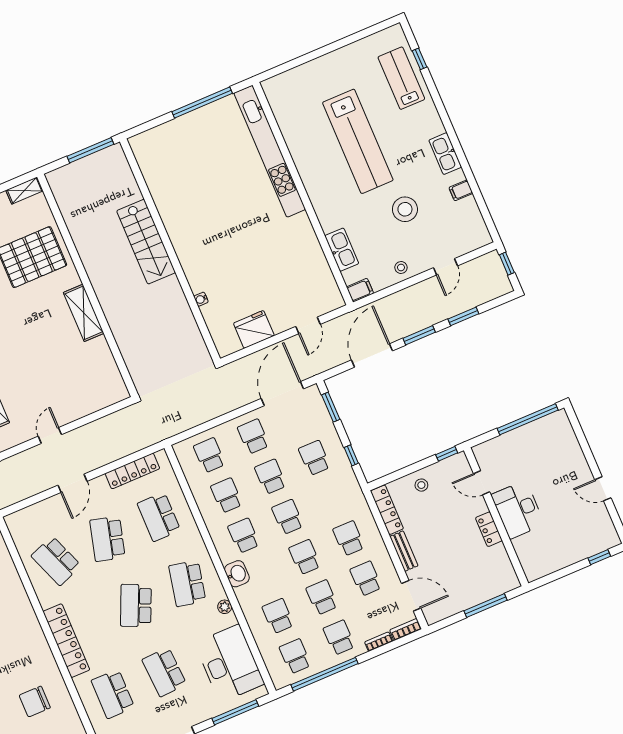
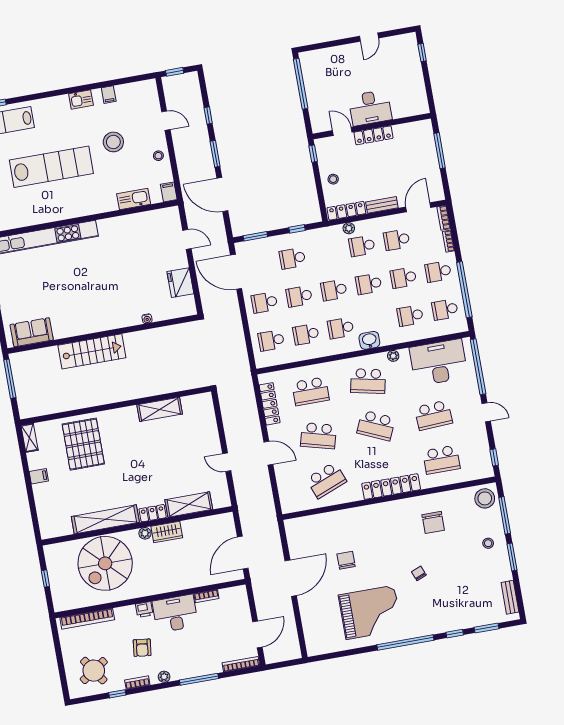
kitchen sink: (445, 154) -> (81, 100), width x0.73
sofa: (152, 164) -> (32, 332), added
shelving: (84, 313) -> (160, 409), moved
window: (463, 316) -> (208, 115), width x0.67
door: (482, 483) -> (342, 131), swing flipped
plant: (366, 518) -> (349, 228), added
locker: (489, 529) -> (373, 135), width x1.53
window: (235, 712) -> (478, 367), width x1.46

